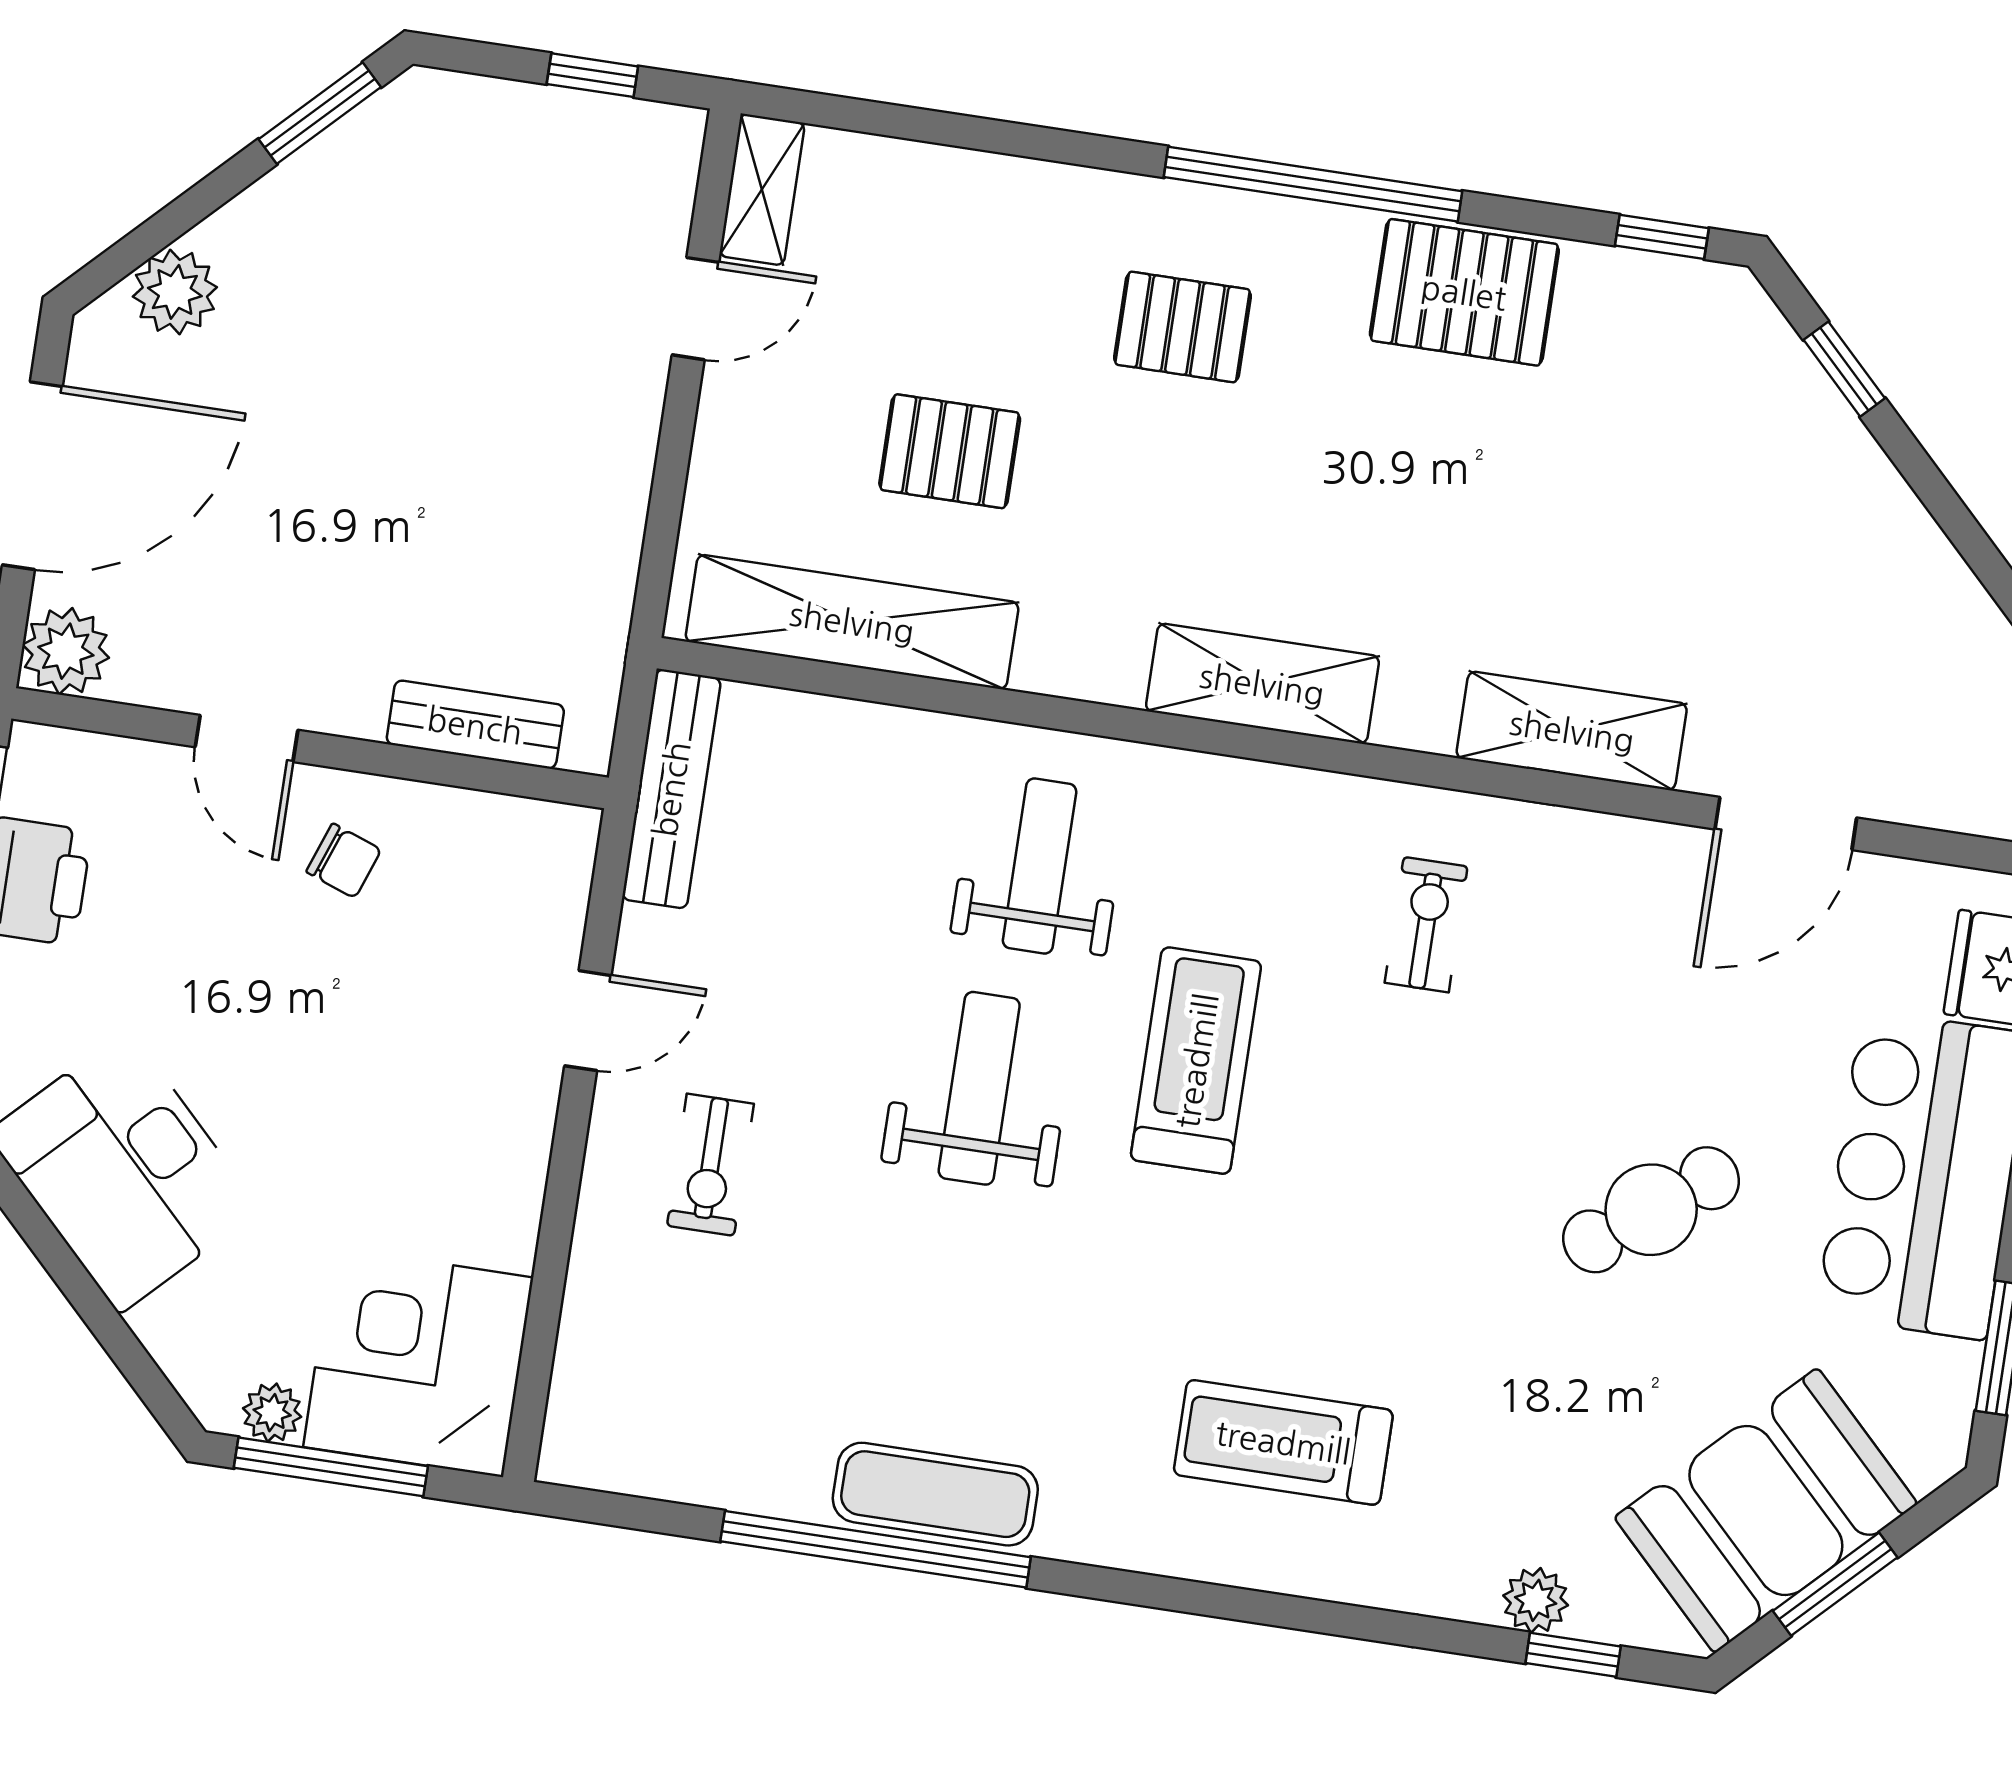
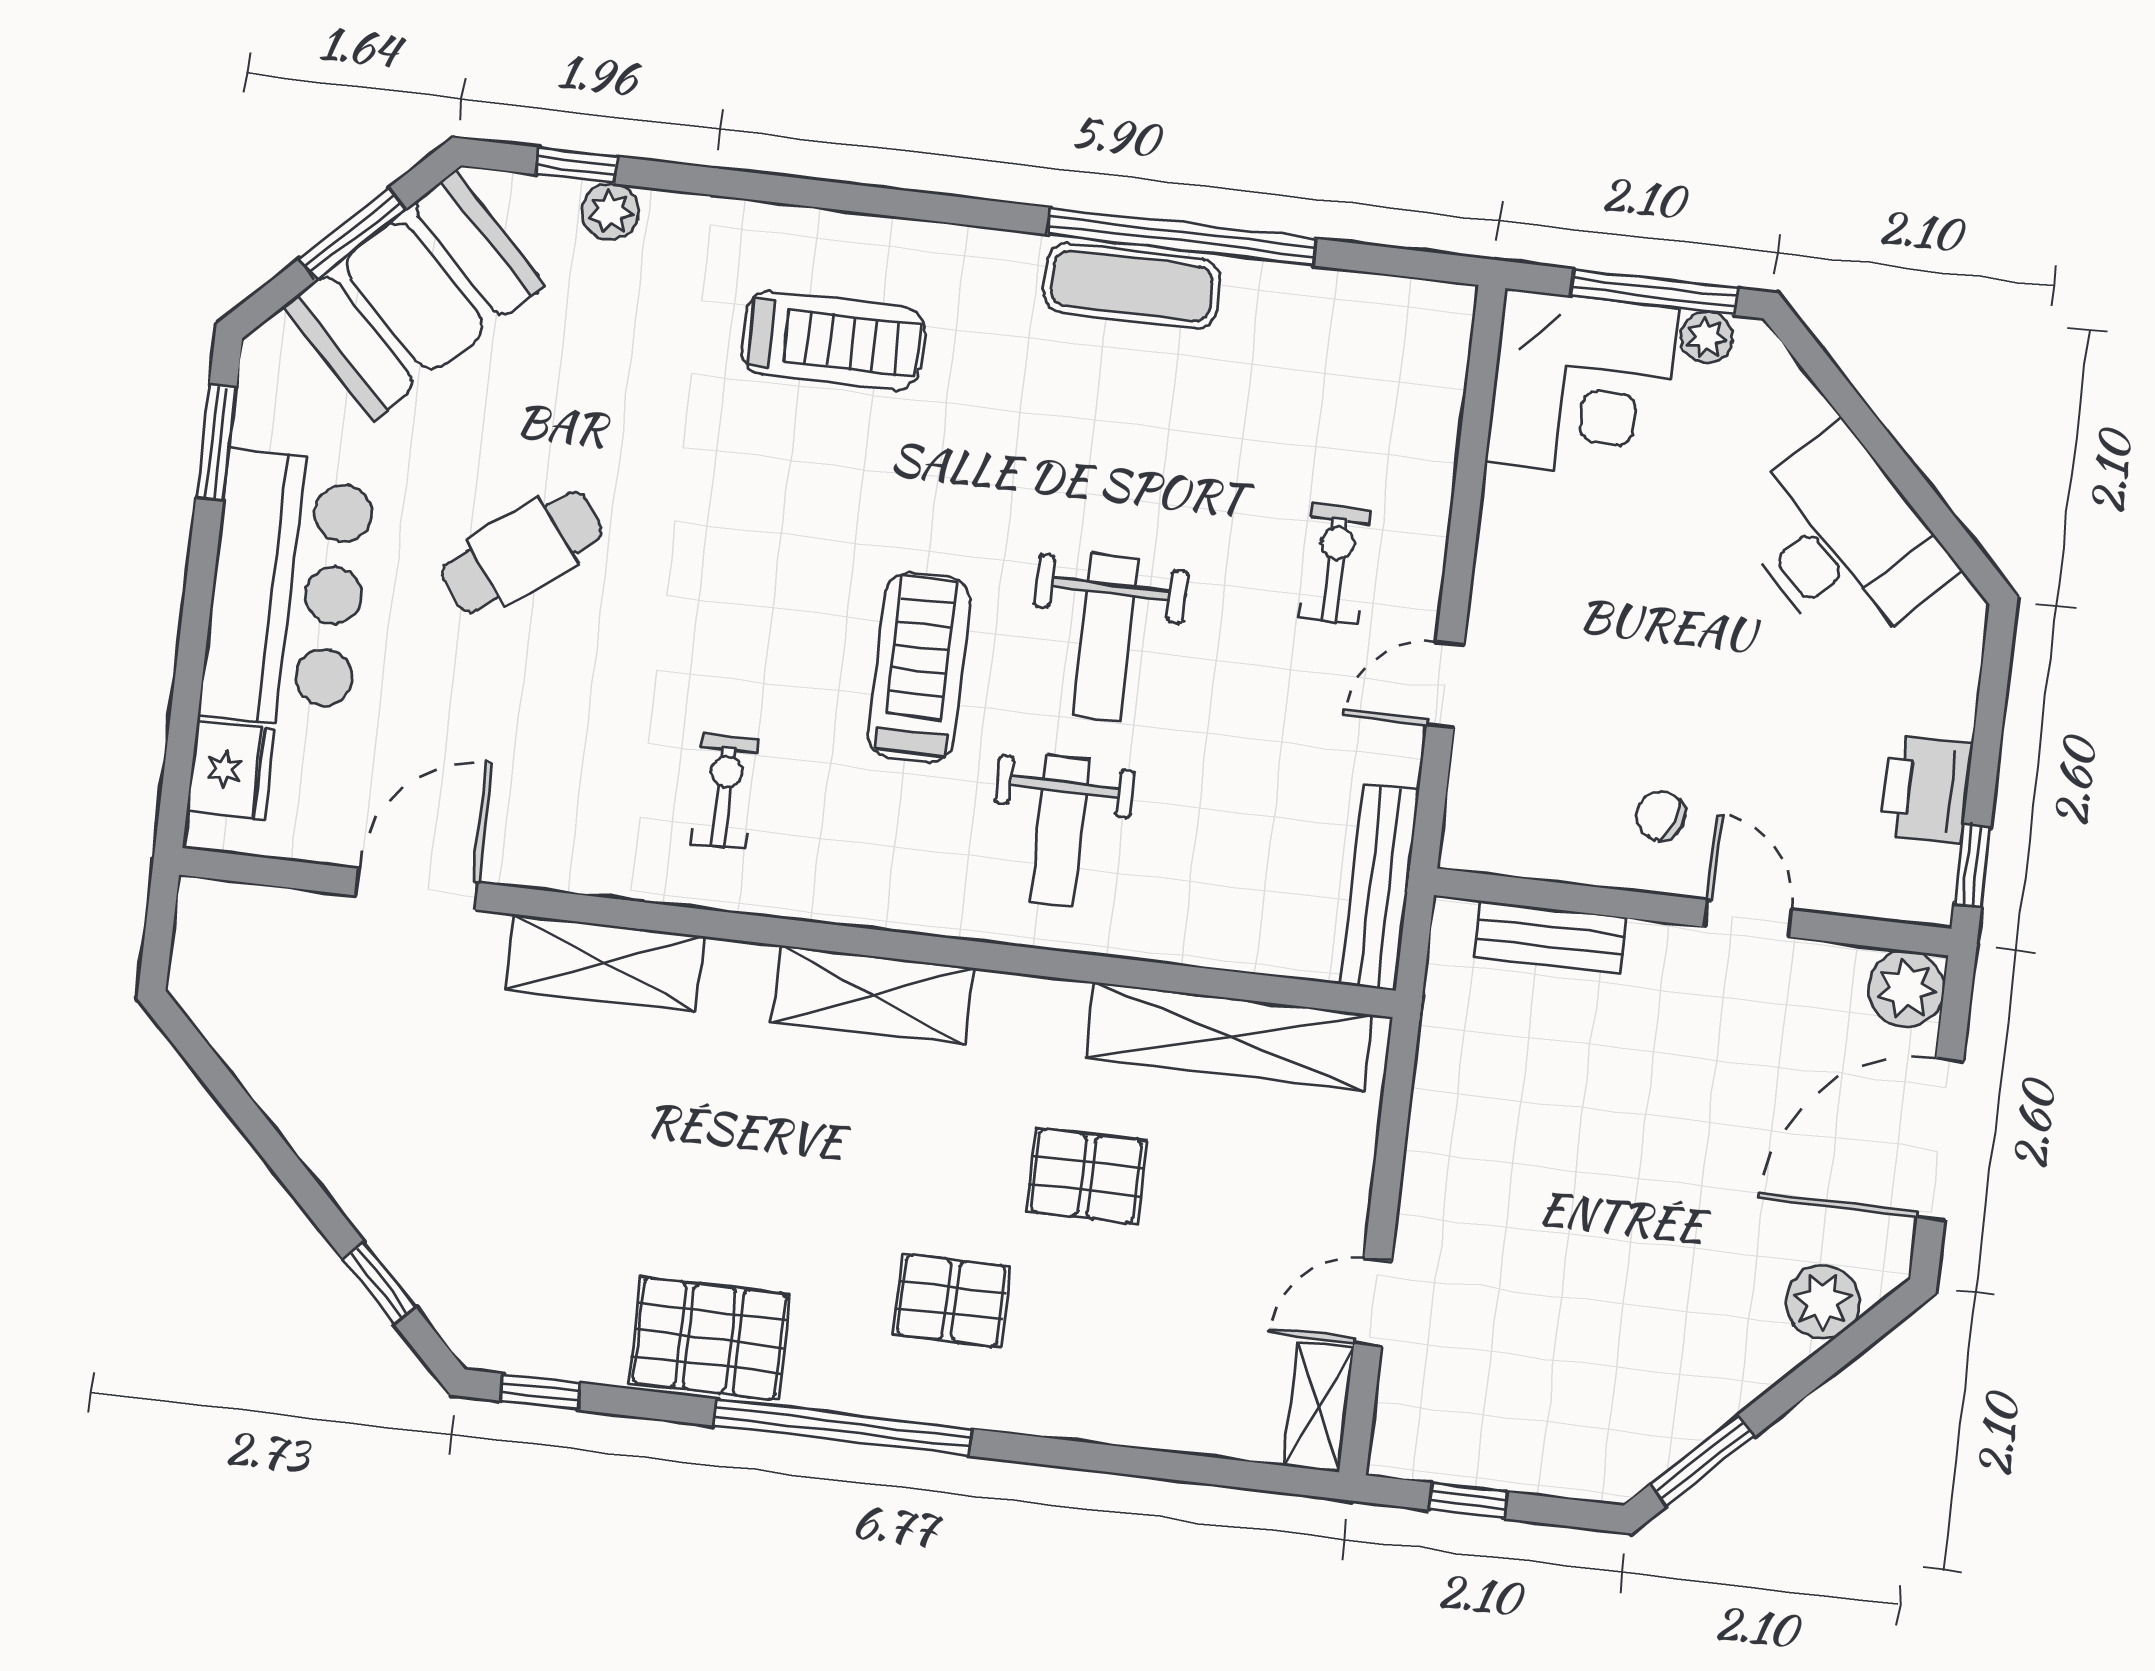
pallet: (950, 451) -> (1087, 1176), moved
exercise bike: (1426, 925) -> (724, 792), turned 180
treadmill: (1196, 1061) -> (919, 668), turned 180

